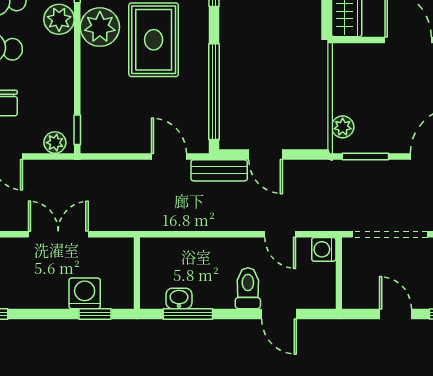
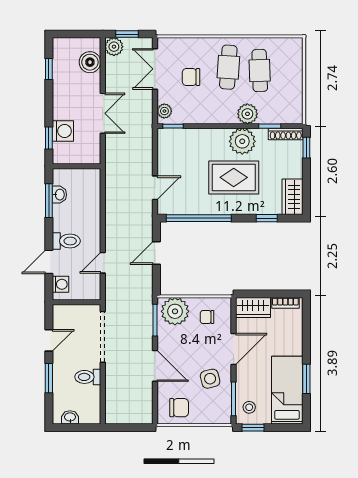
chair: (361, 79) -> (207, 317), added
plant: (343, 127) -> (175, 311), width x1.88, depth x1.88
bench: (219, 170) -> (146, 222), removed
washing machine: (324, 249) -> (61, 284), moved, turned 90

